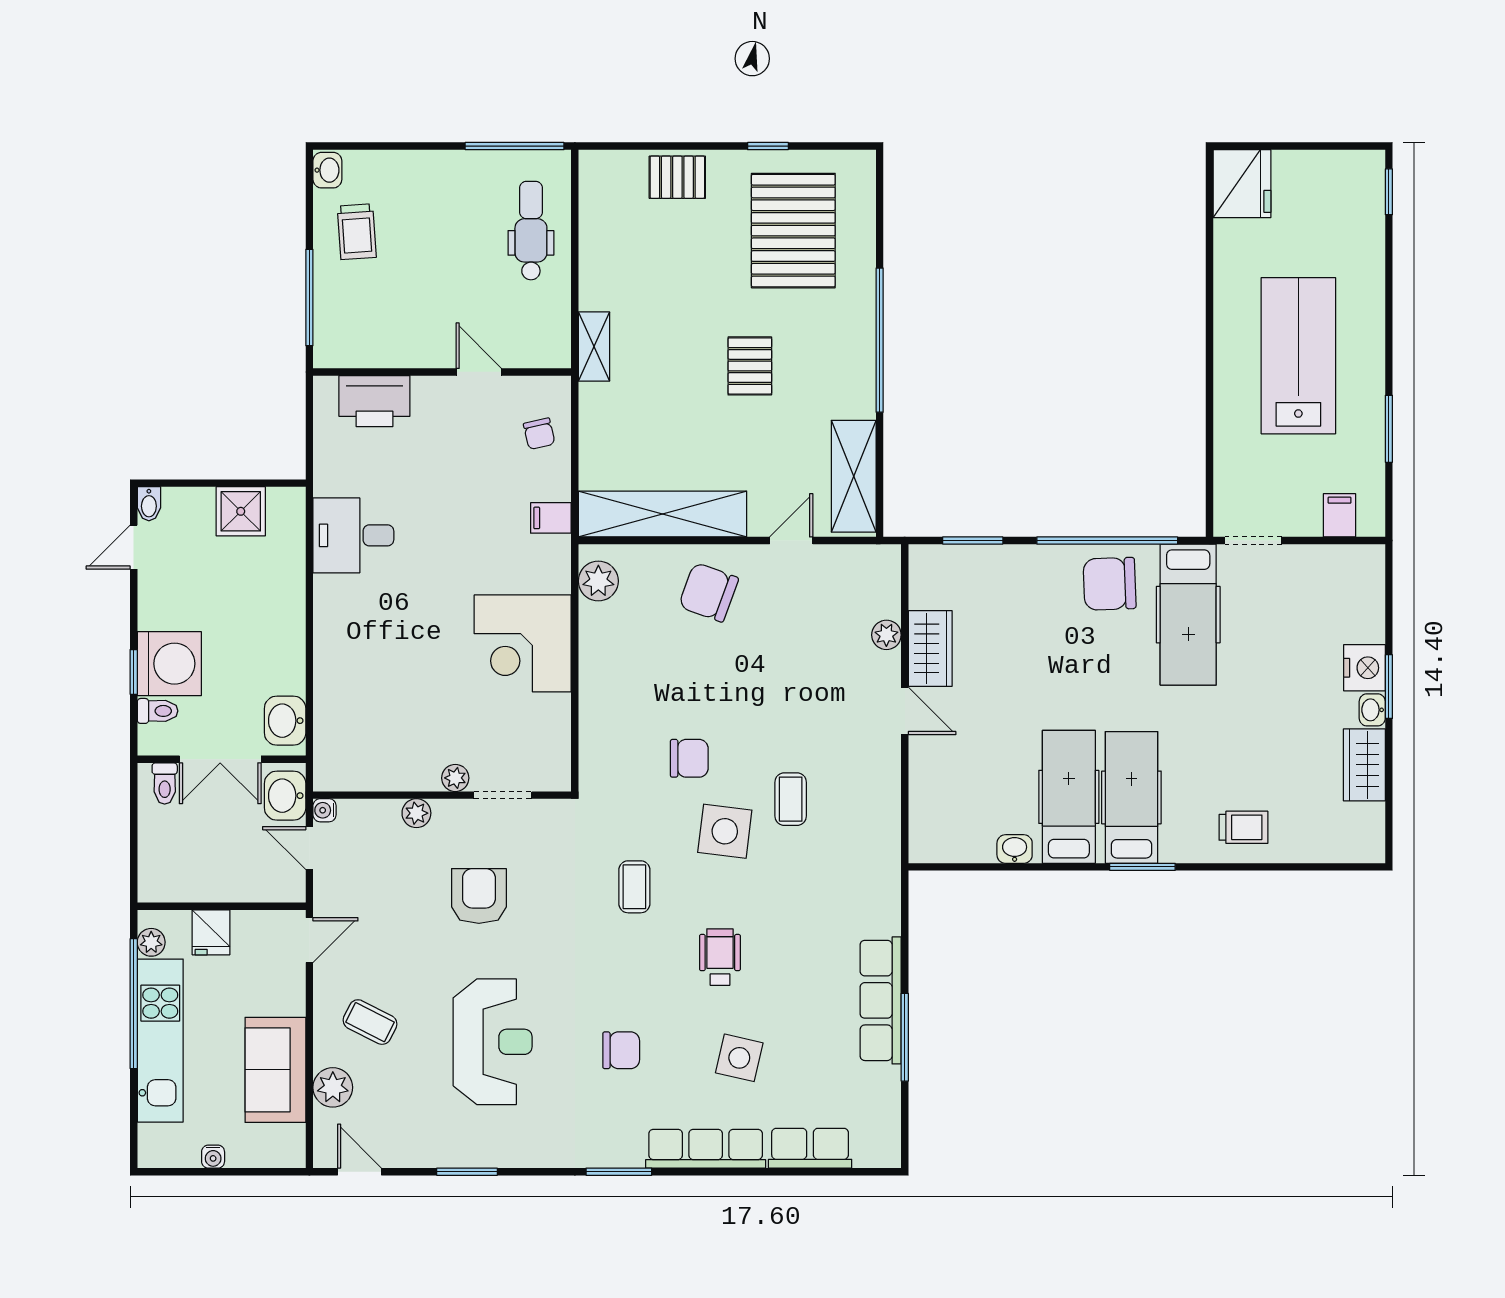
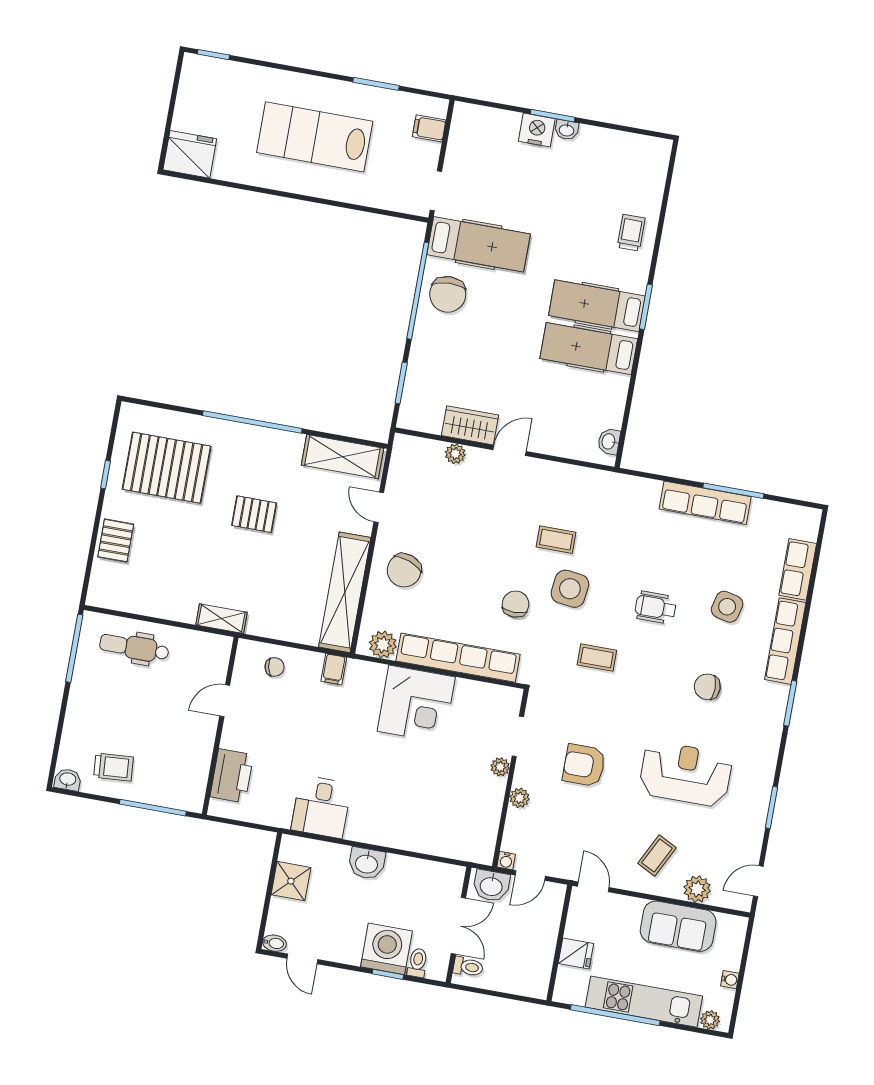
row of seats: (599, 691) -> (458, 658), added
washbasin: (285, 721) -> (367, 863), moved
wardrobe: (1364, 765) -> (603, 142), removed
washbasin: (1015, 849) -> (609, 442), moved
plant: (151, 942) -> (710, 1020), moved
chair: (621, 1050) -> (707, 687), turned -90

